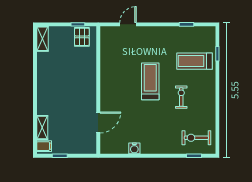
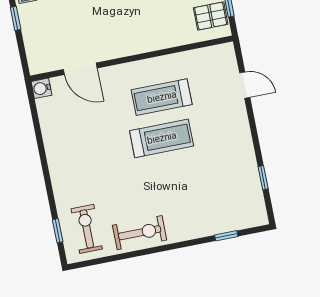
treadmill: (195, 61) -> (162, 97), moved, turned -90
exercise bike: (181, 97) -> (140, 233), moved, width x1.38, depth x1.39
water cooler: (134, 148) -> (41, 88), moved

